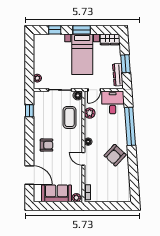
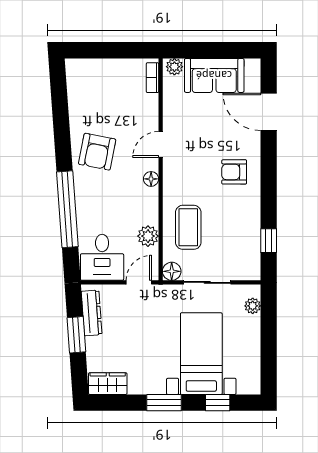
bed with nightstands: (82, 54) -> (201, 354), moved
armchair: (115, 155) -> (97, 152), turned 148
door: (83, 159) -> (161, 145), swing flipped

